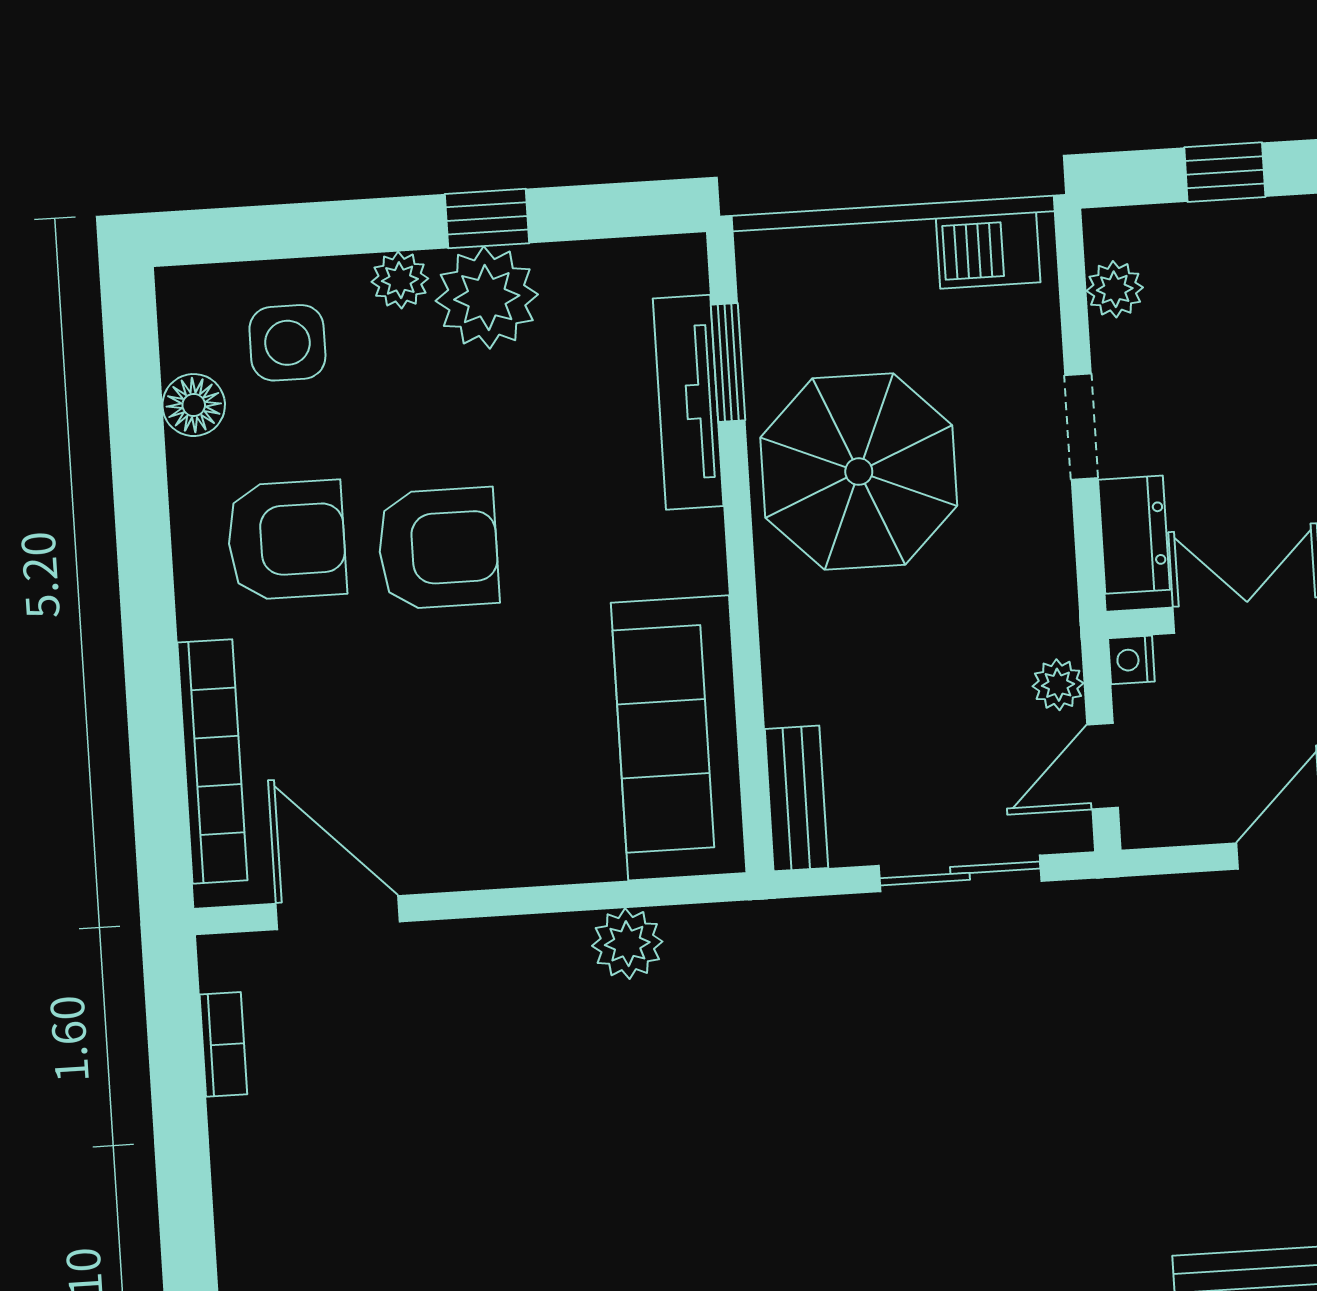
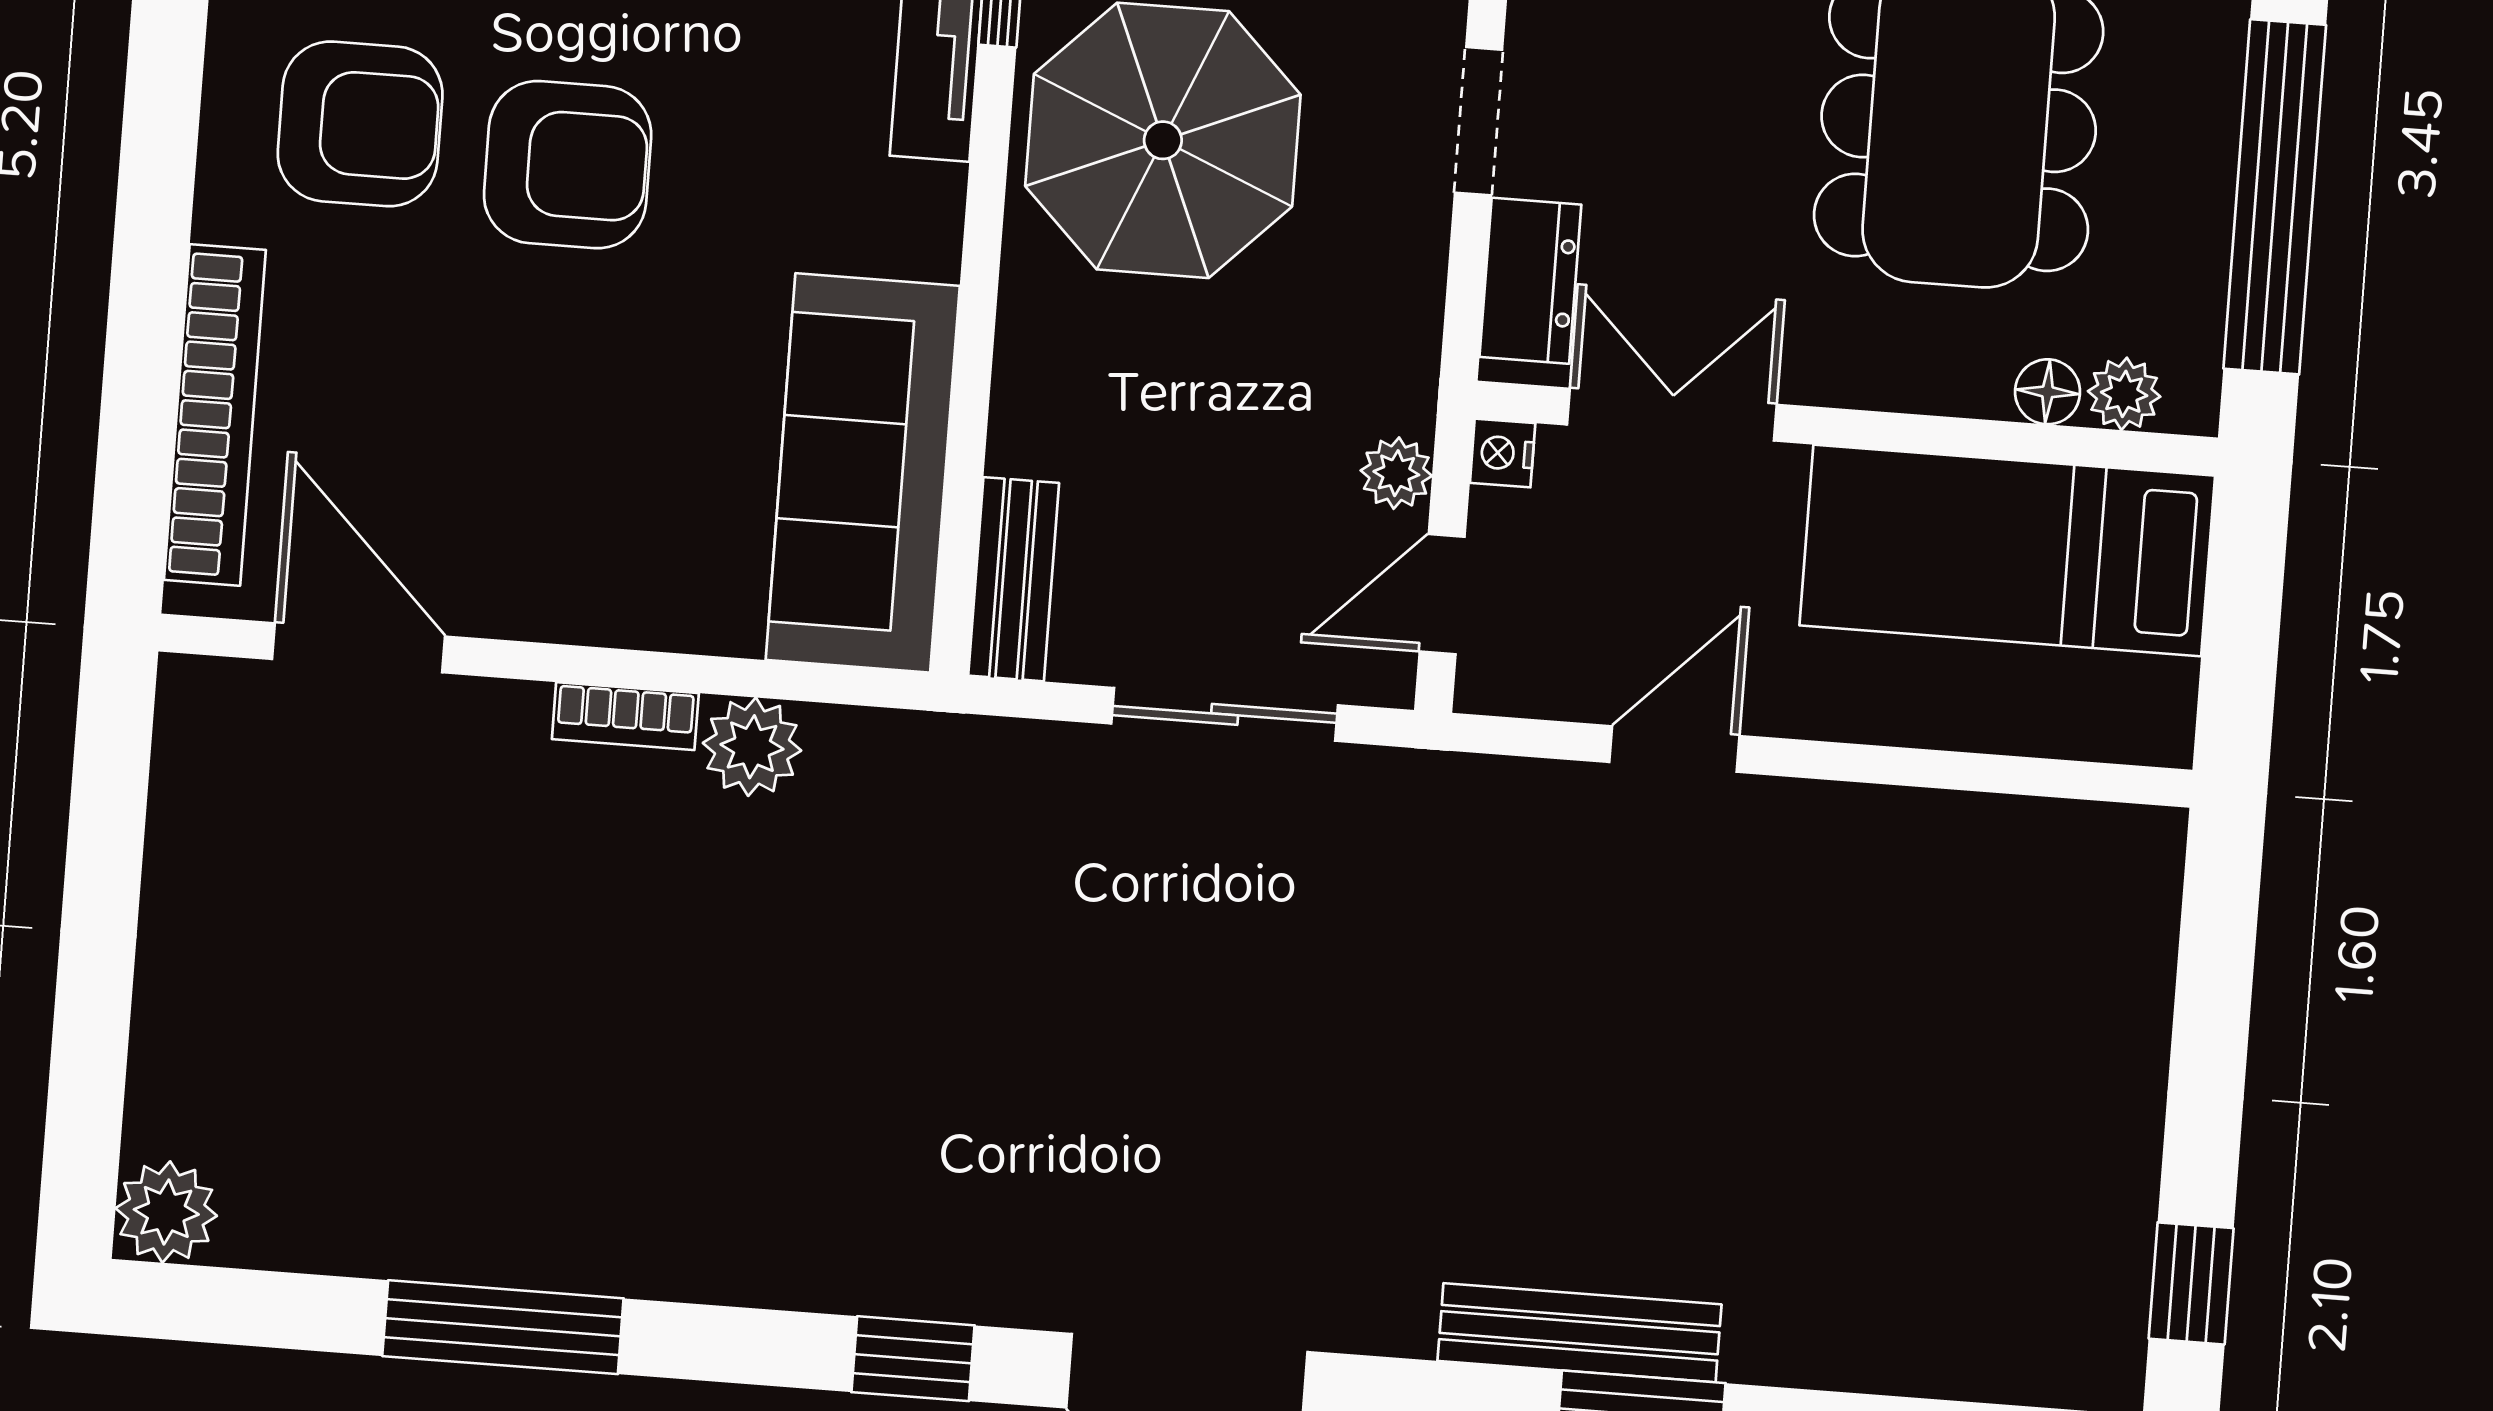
bookcase: (223, 1044) -> (625, 716), moved, turned 90

